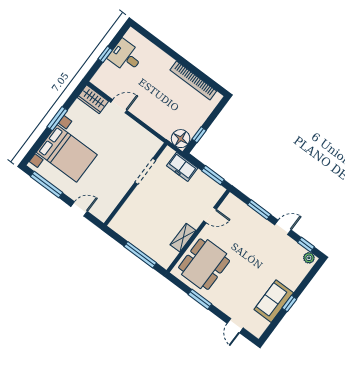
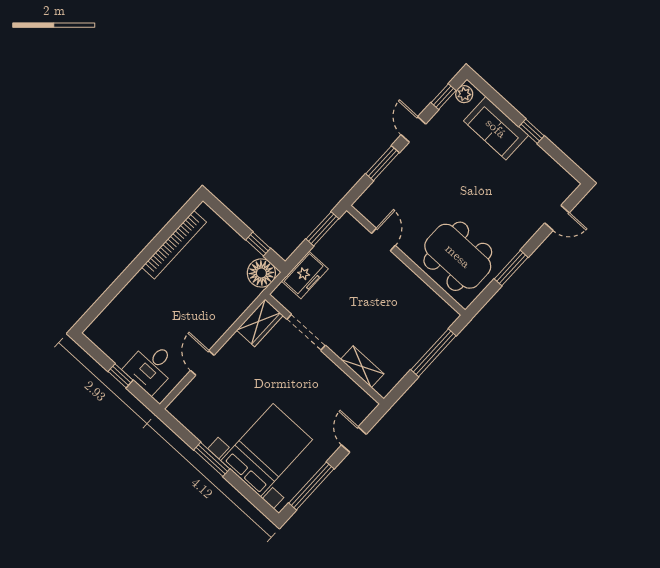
desk: (126, 56) -> (151, 367), moved
wardrobe: (93, 99) -> (260, 323), moved
shelving: (183, 238) -> (362, 367), moved
sofa: (274, 301) -> (496, 128), moved

